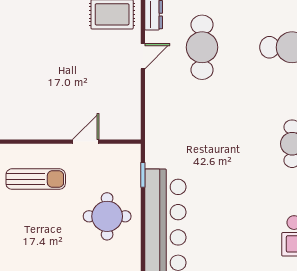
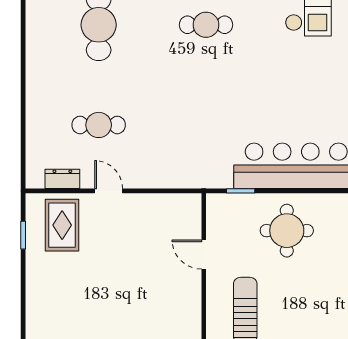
cafe table: (202, 47) -> (99, 125), width x0.73, depth x0.74

